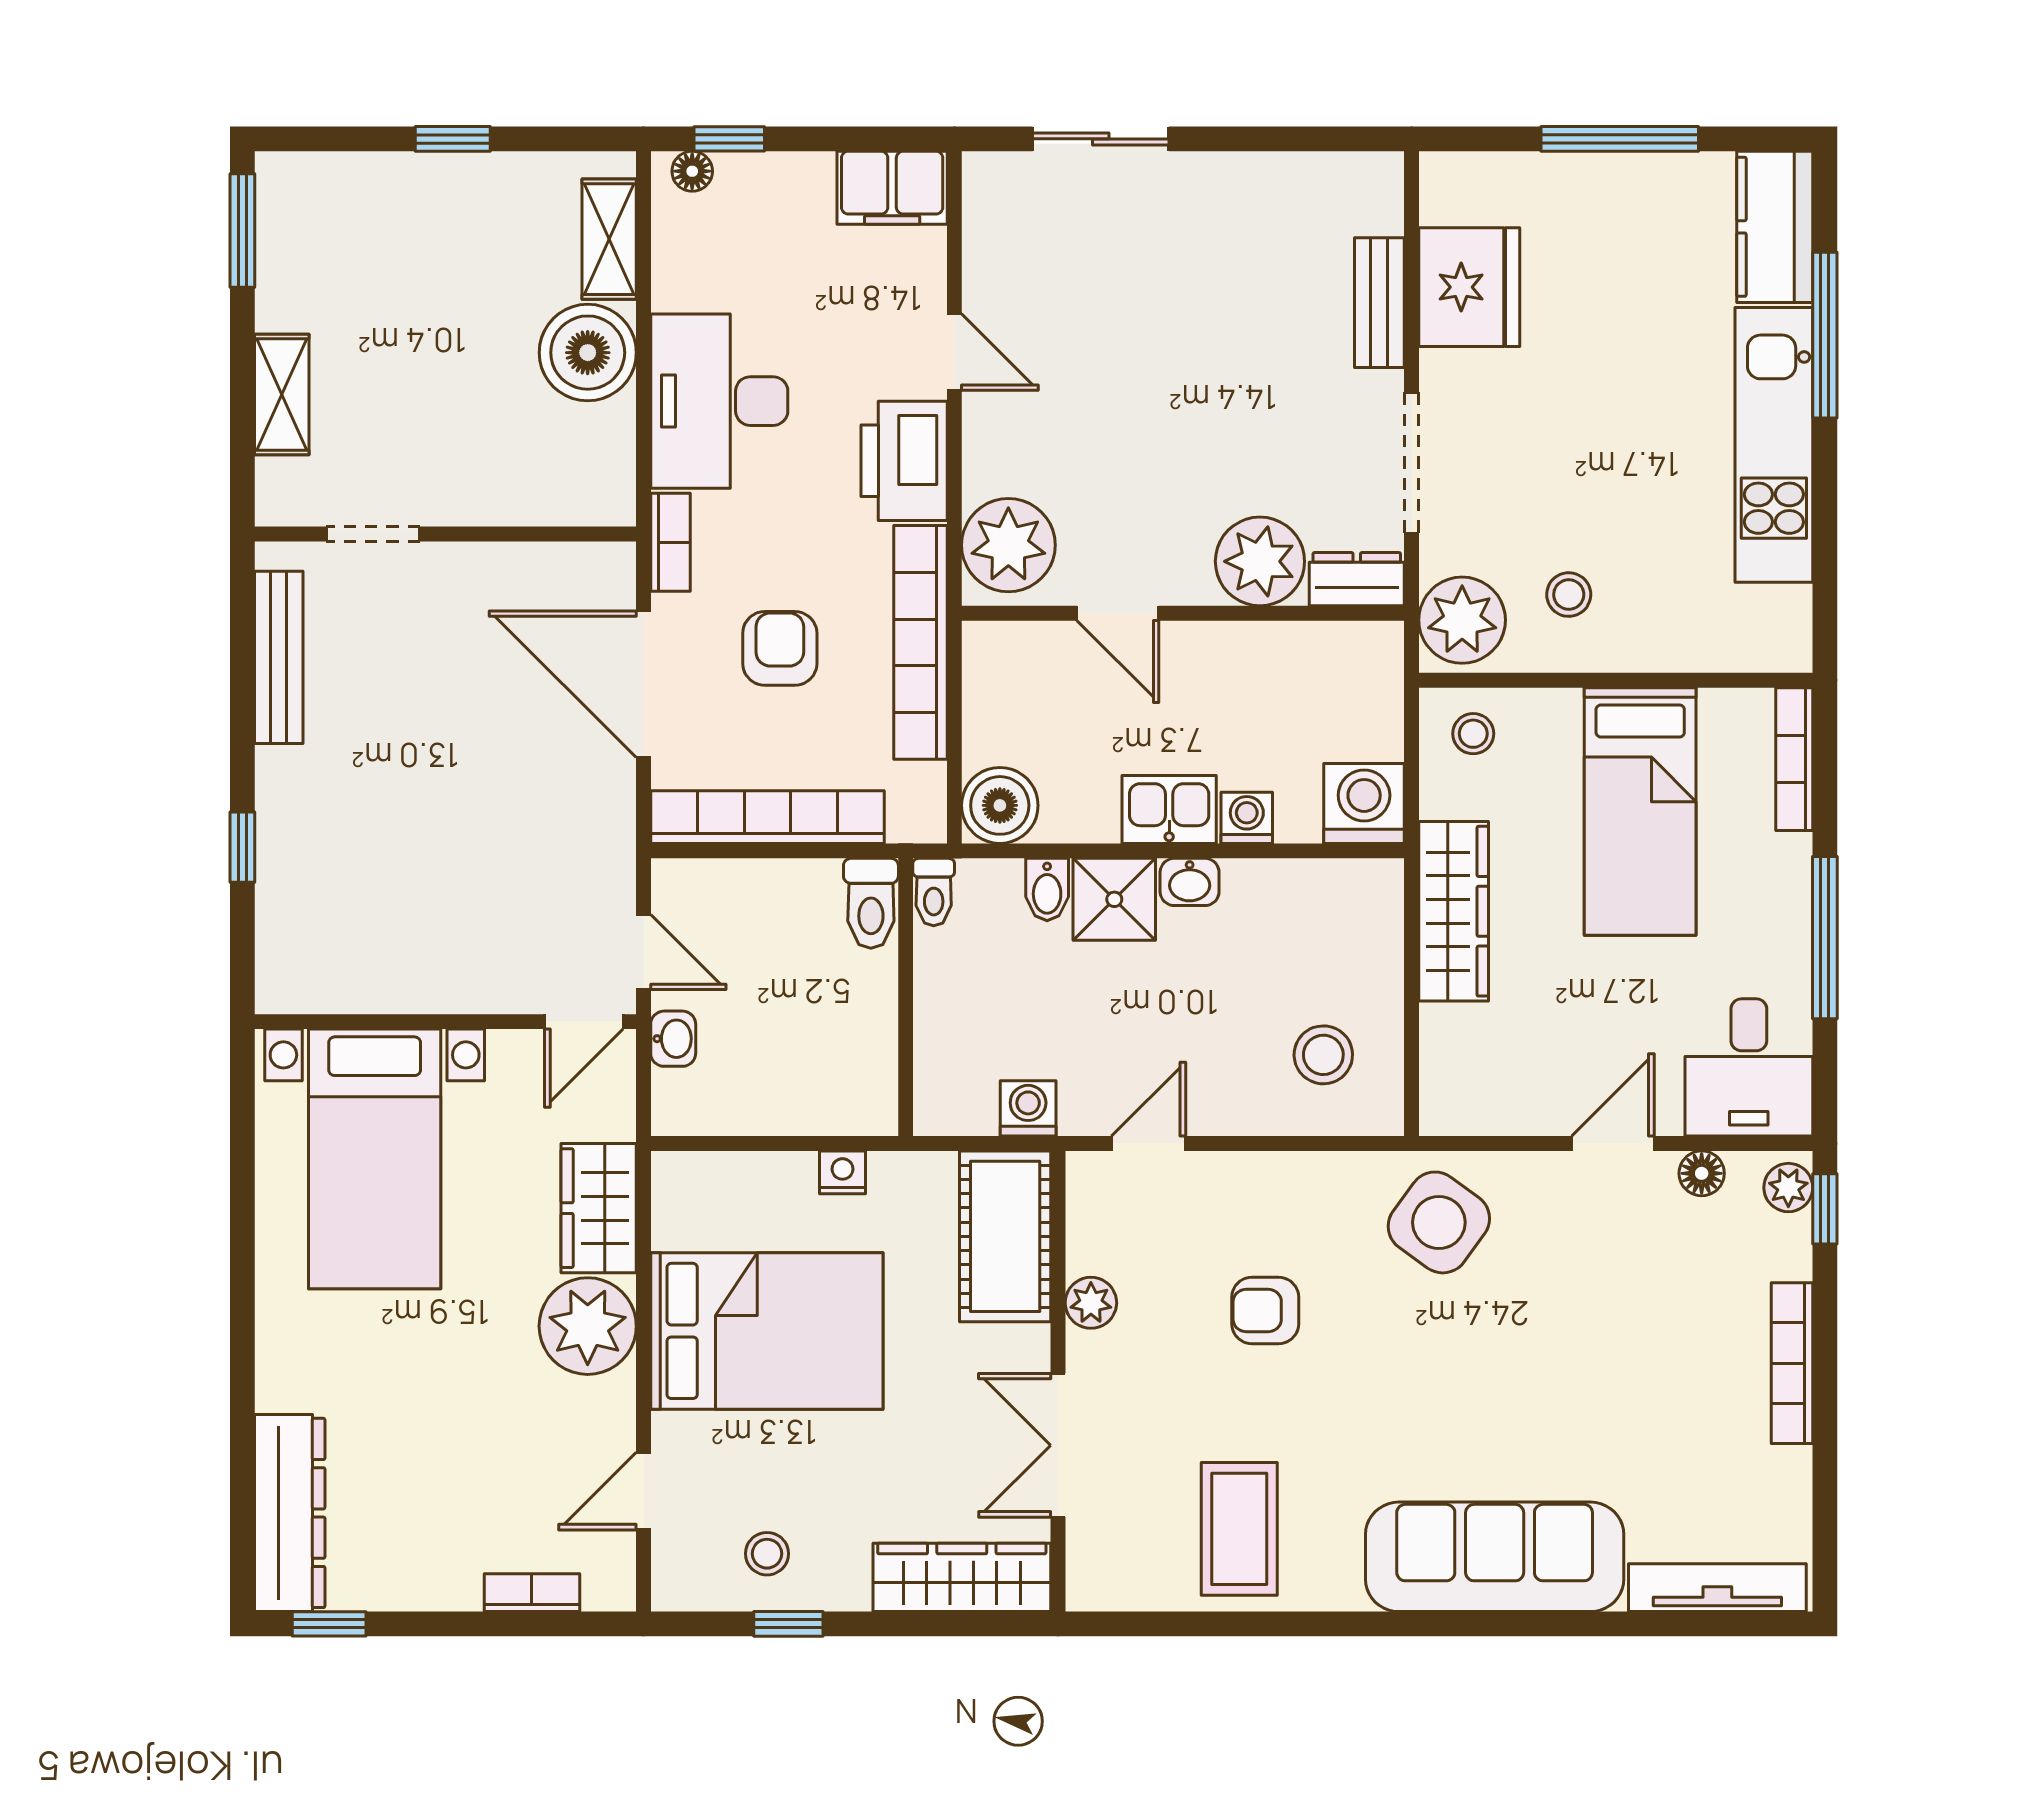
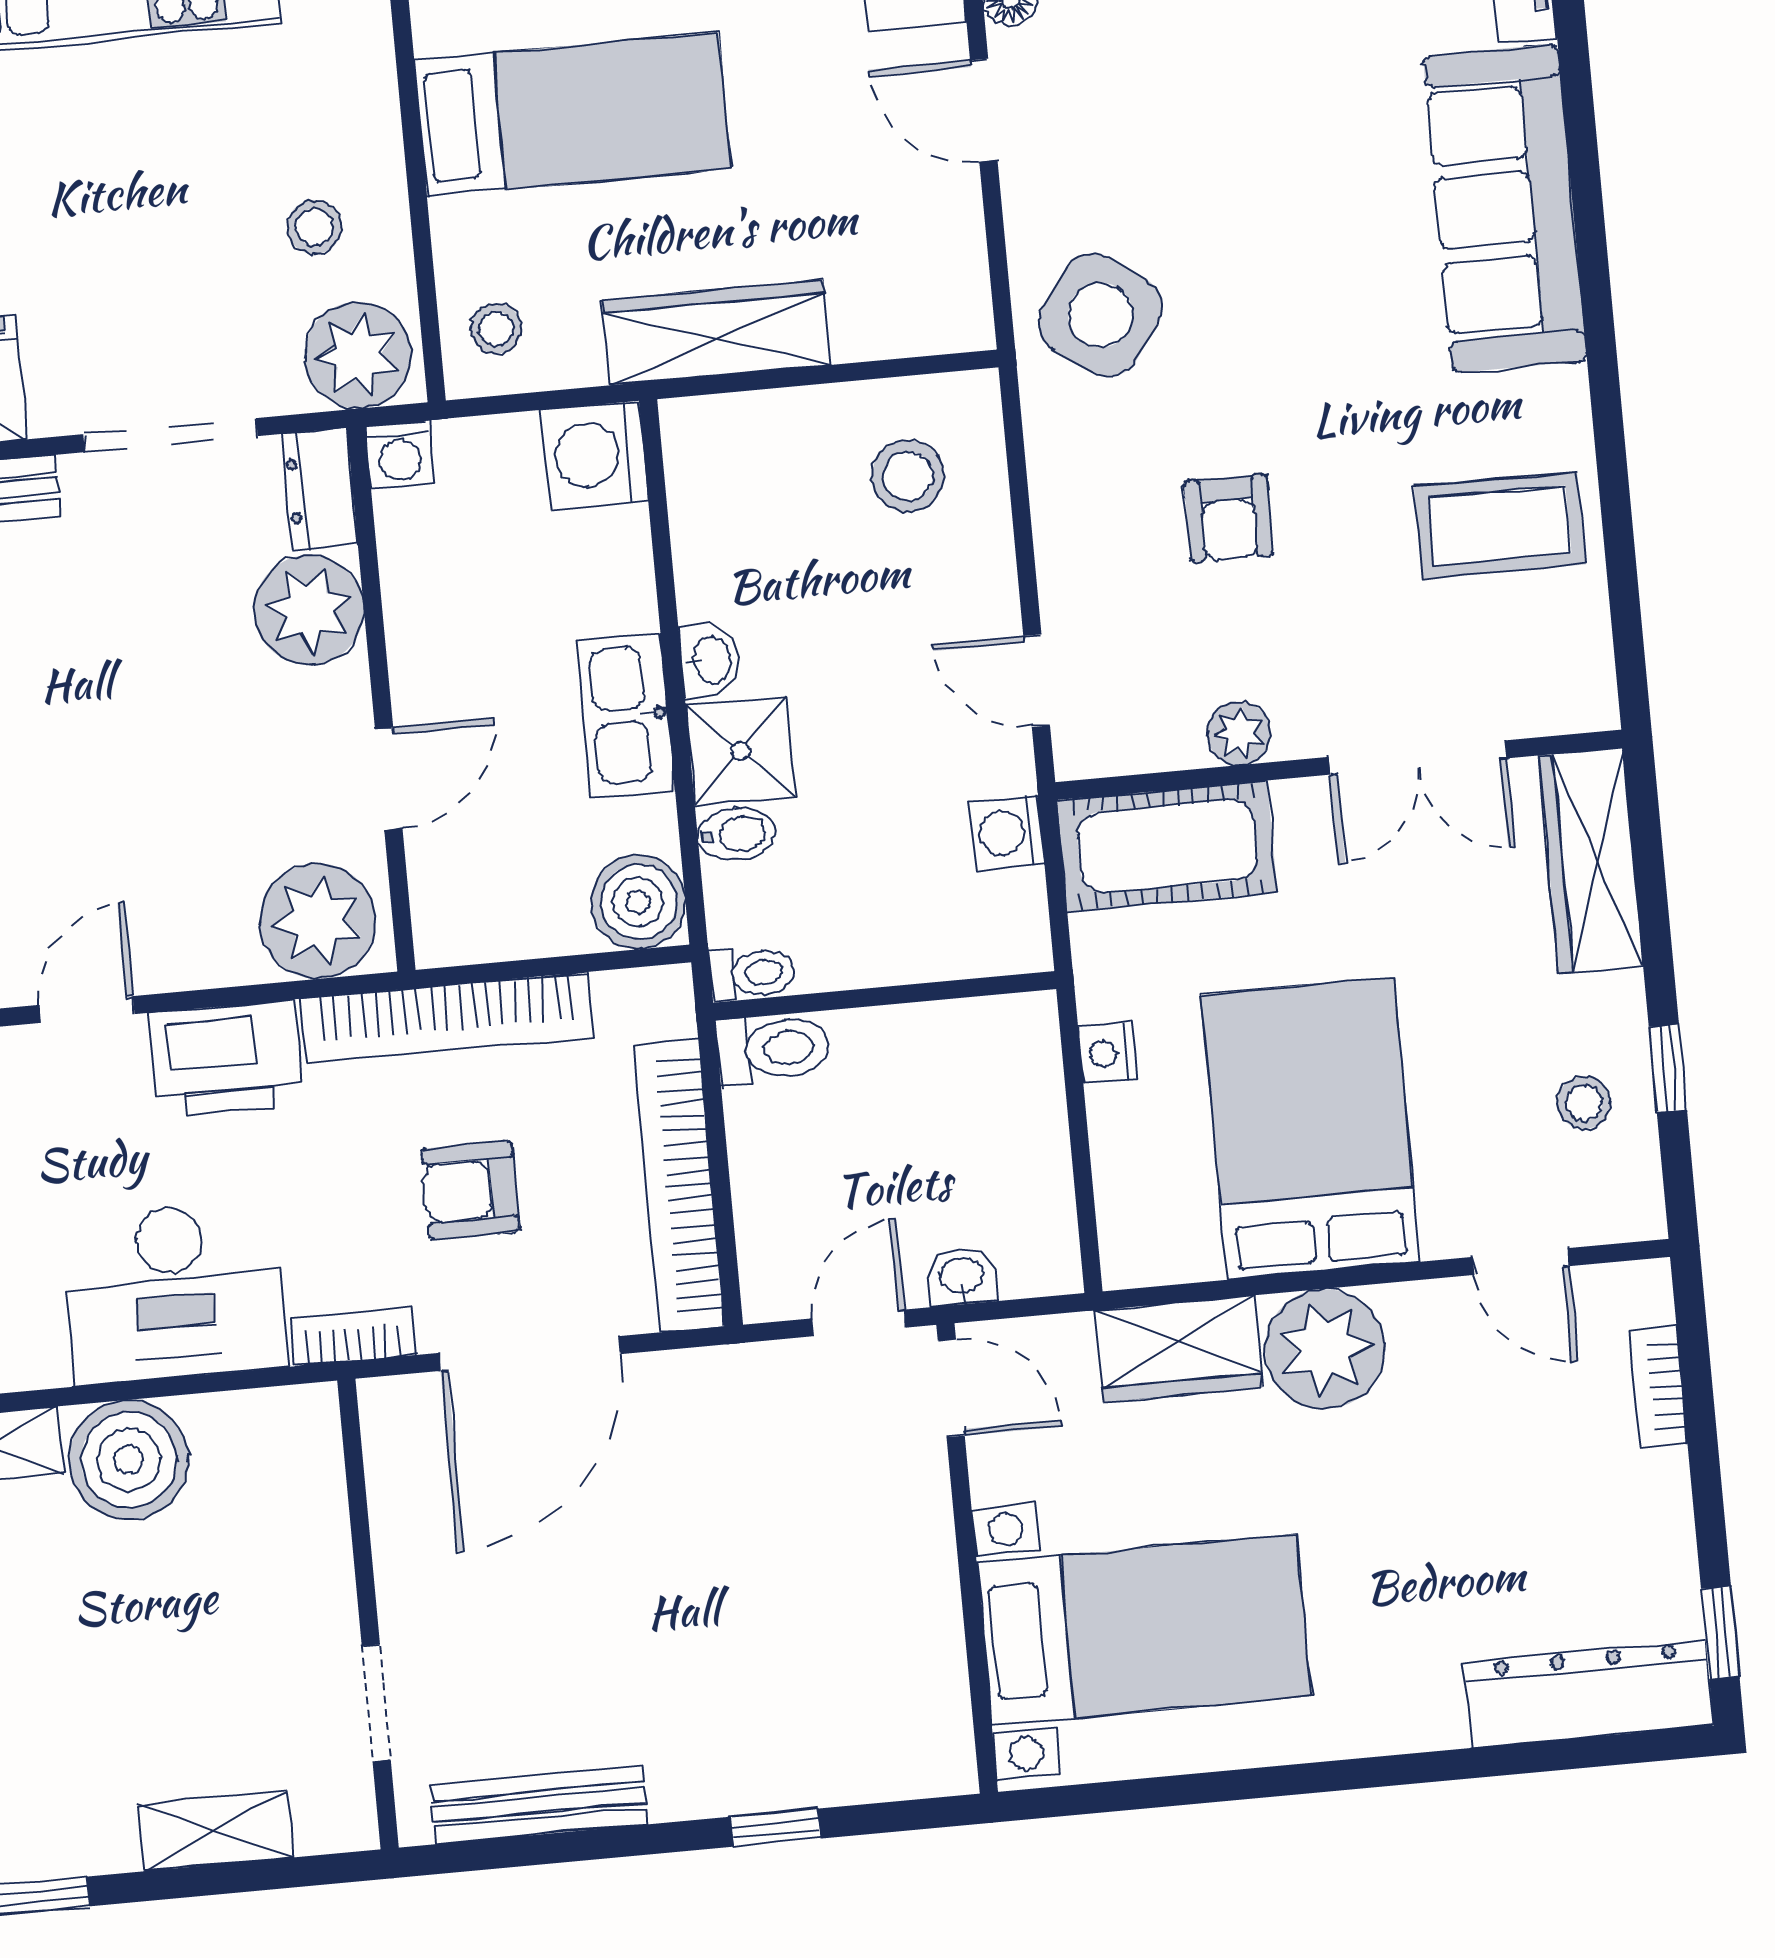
kitchen sink: (1169, 809) -> (626, 715), width x1.38
washing machine: (1247, 818) -> (400, 455), moved, turned -90

